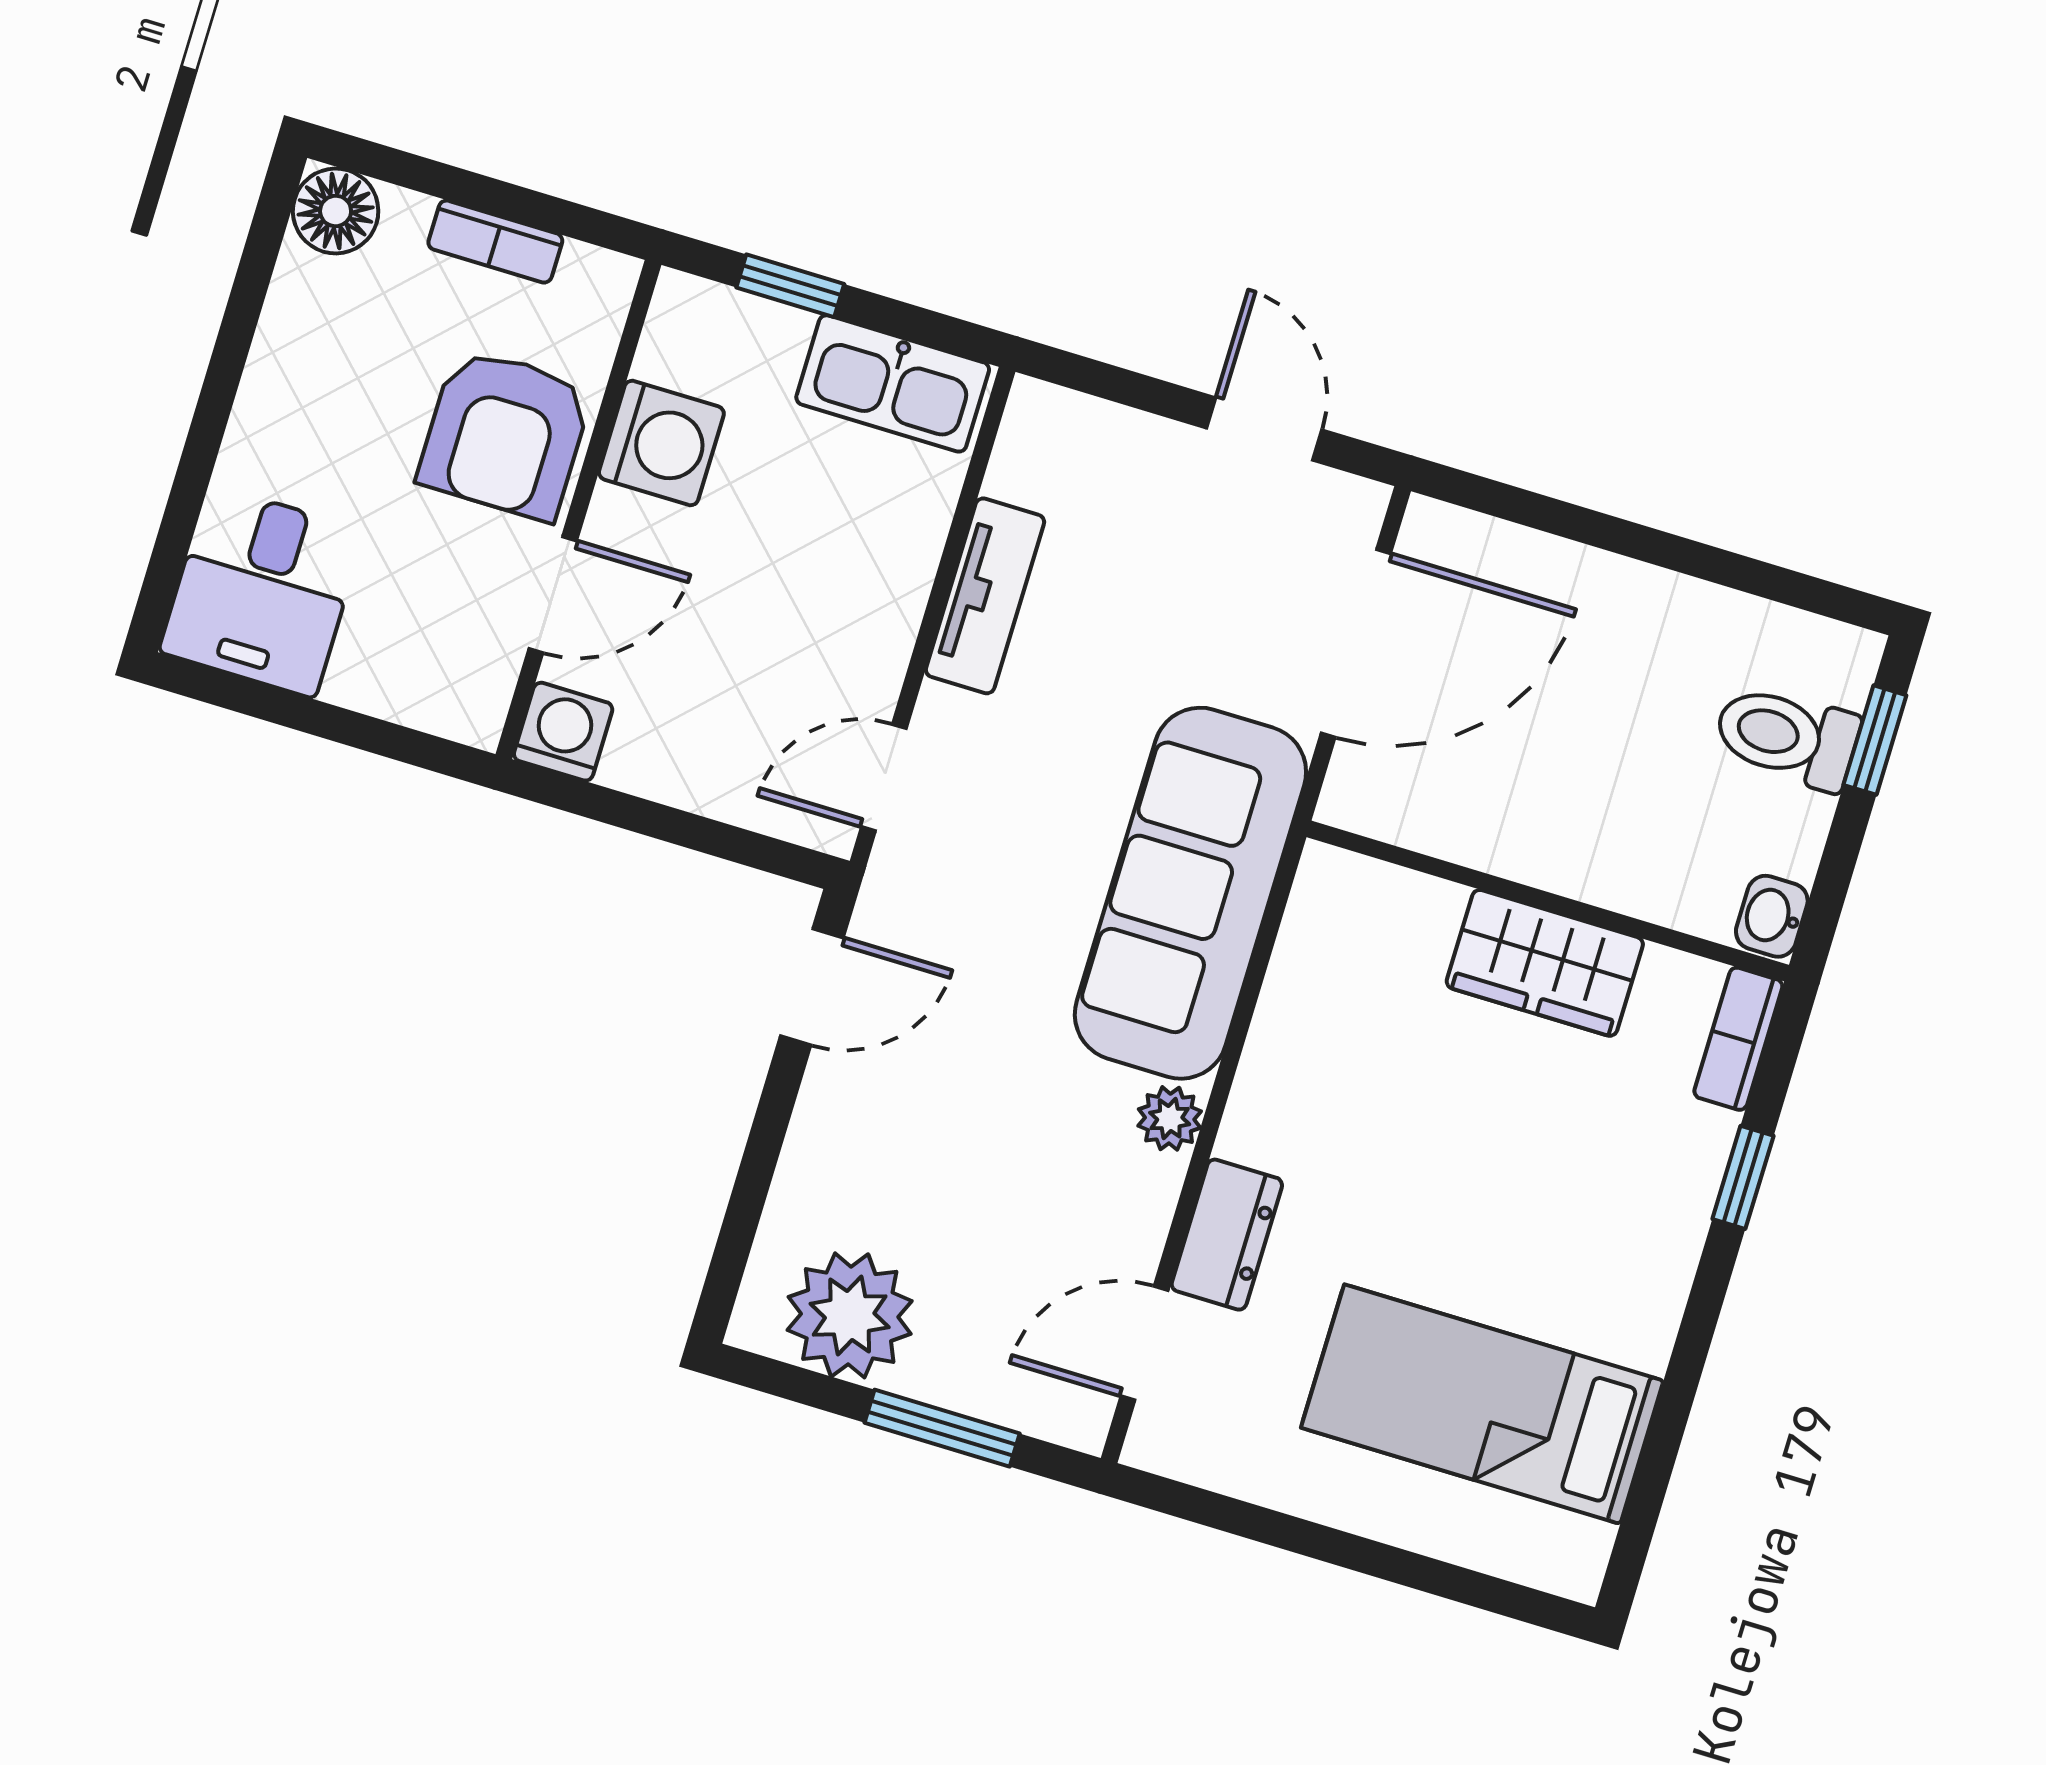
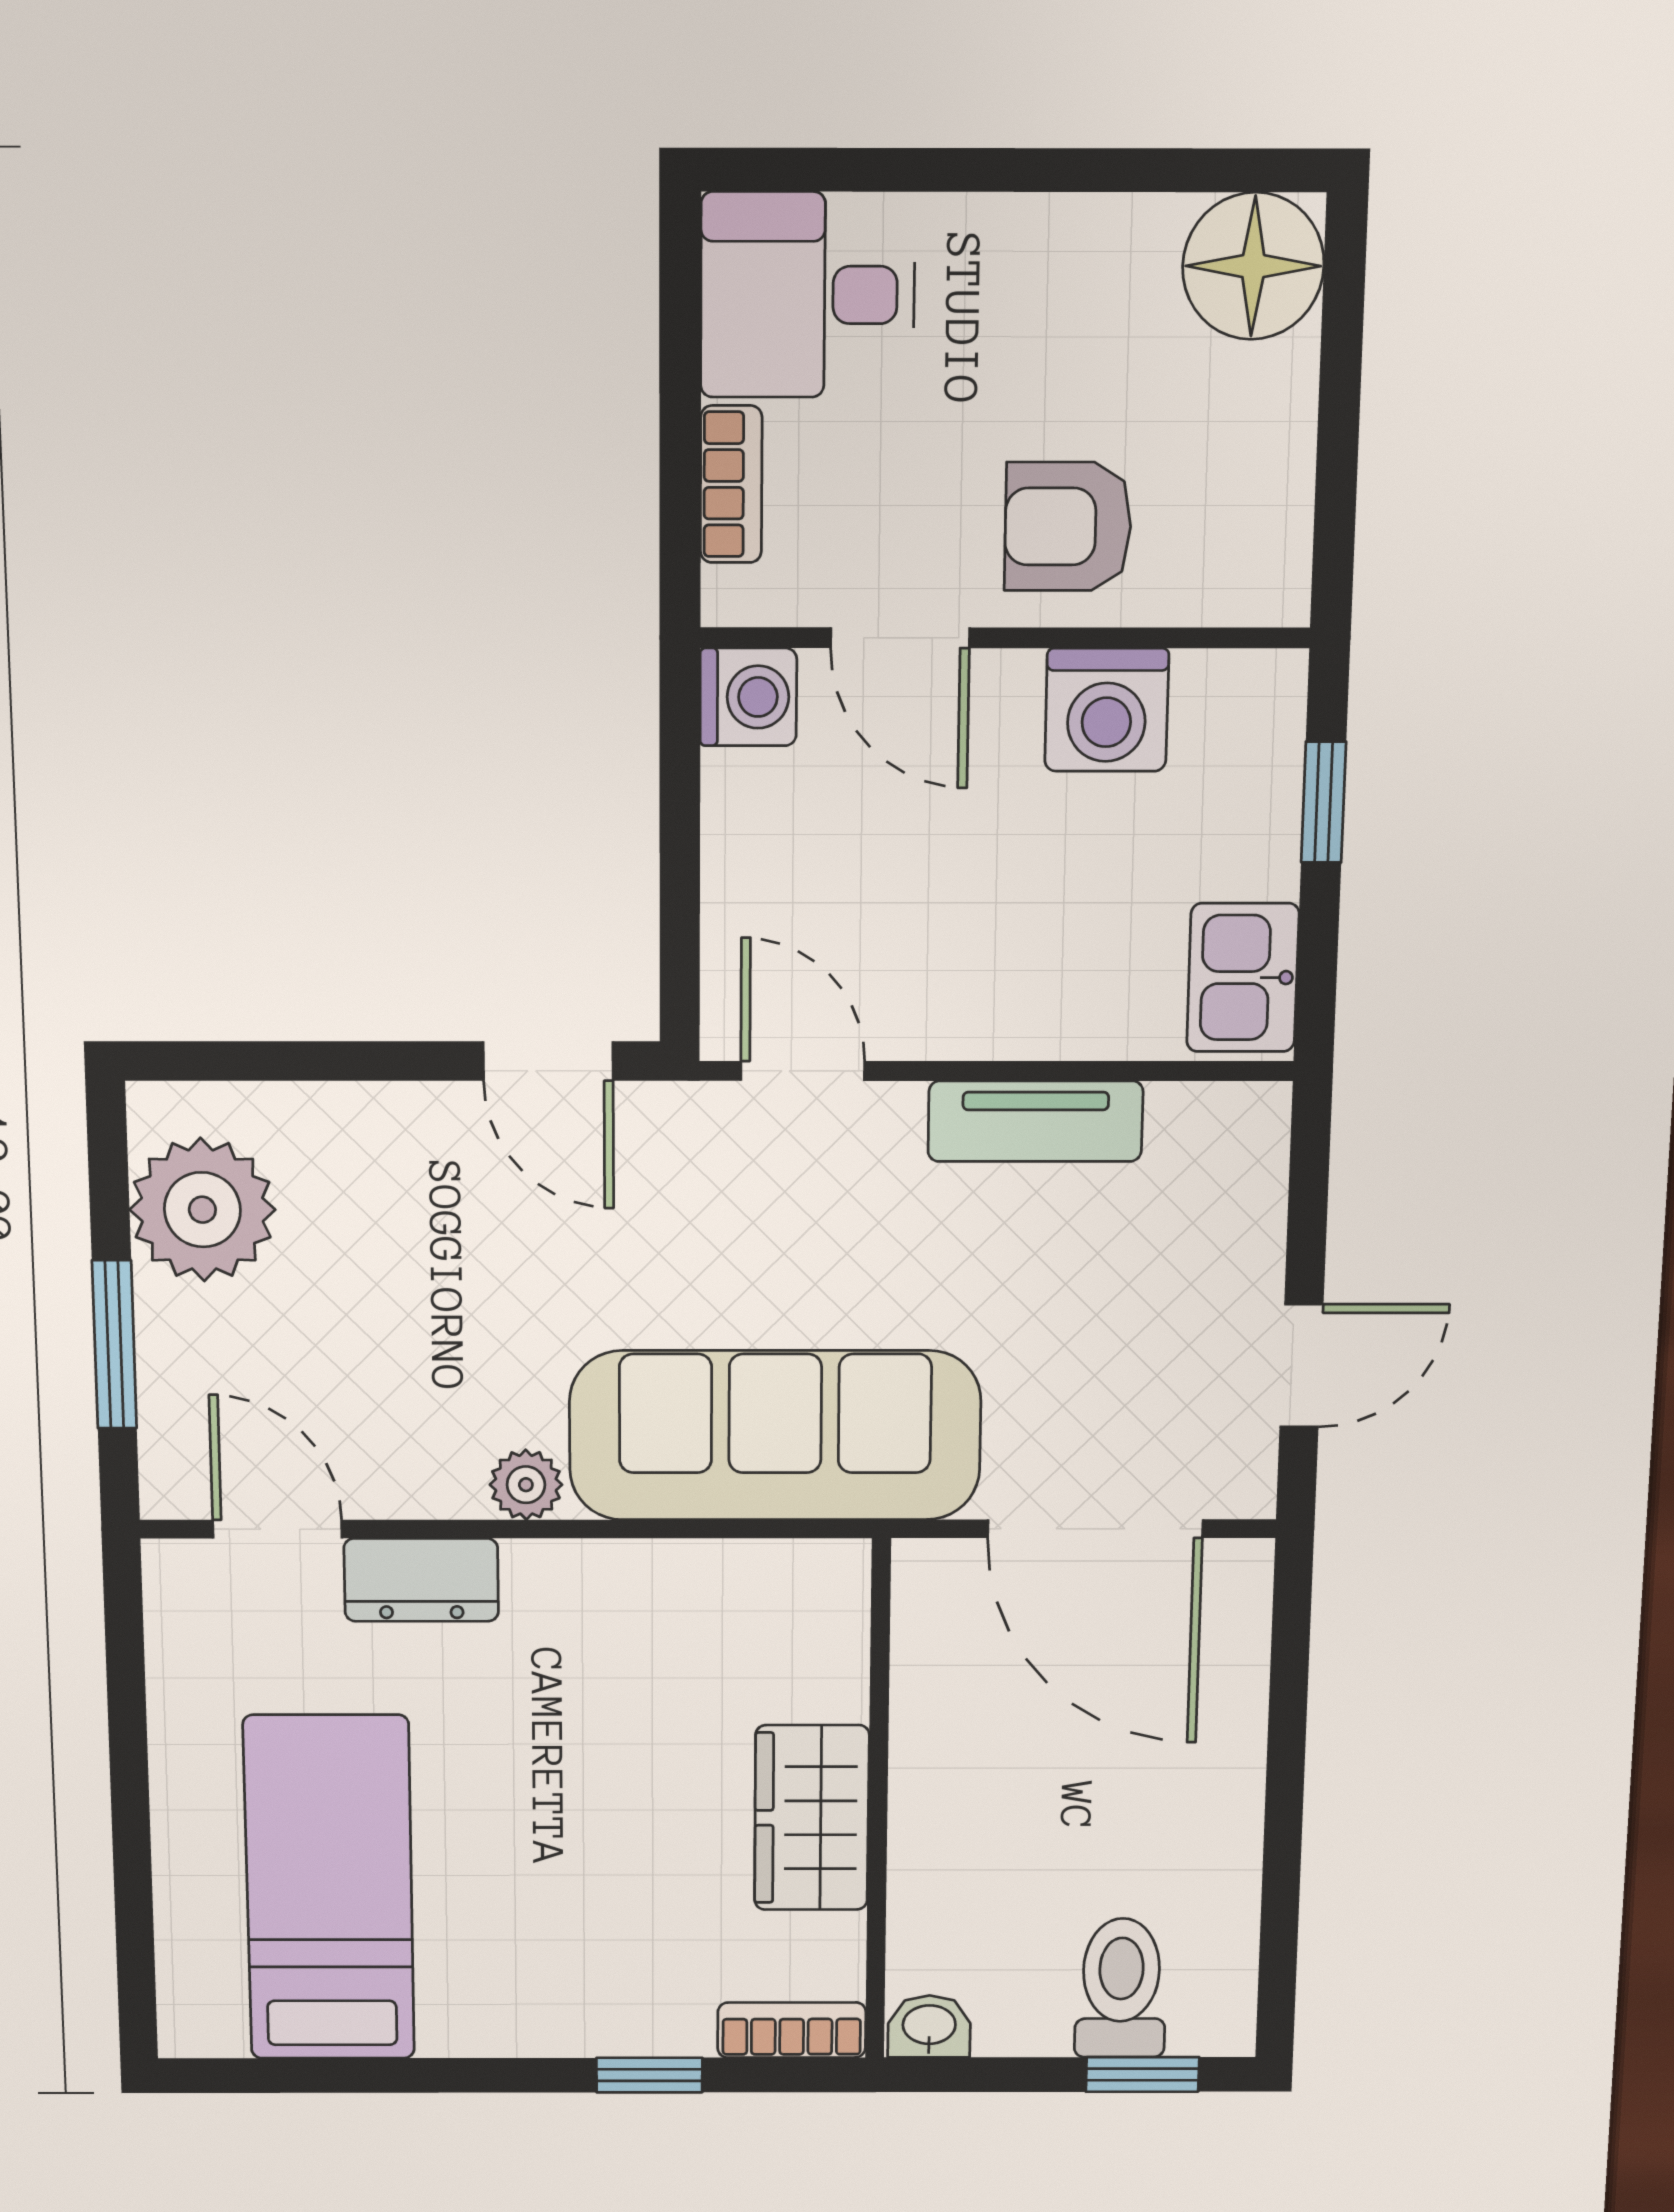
floor lamp: (336, 211) -> (1253, 266), width x1.38, depth x1.38
bookcase: (495, 242) -> (731, 484), moved, turned 180
kitchen sink: (893, 383) -> (1243, 978), width x0.73
armchair: (505, 434) -> (1068, 526), width x0.72, depth x0.72

